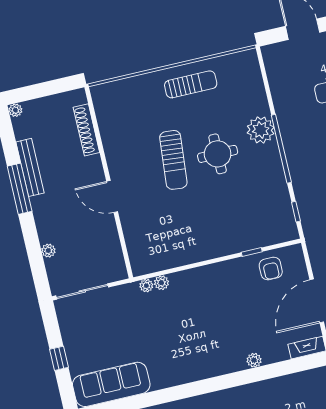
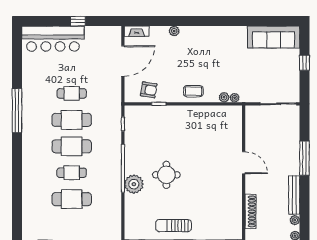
sun lounger: (173, 160) -> (197, 178), removed
window: (20, 189) -> (304, 158), moved
plant: (48, 251) -> (295, 220), moved
armchair: (271, 268) -> (149, 90), turned 99
coffee table: (207, 281) -> (193, 91), added

